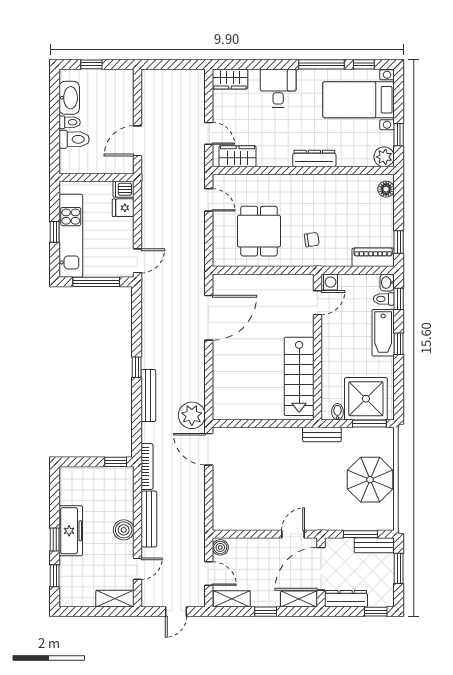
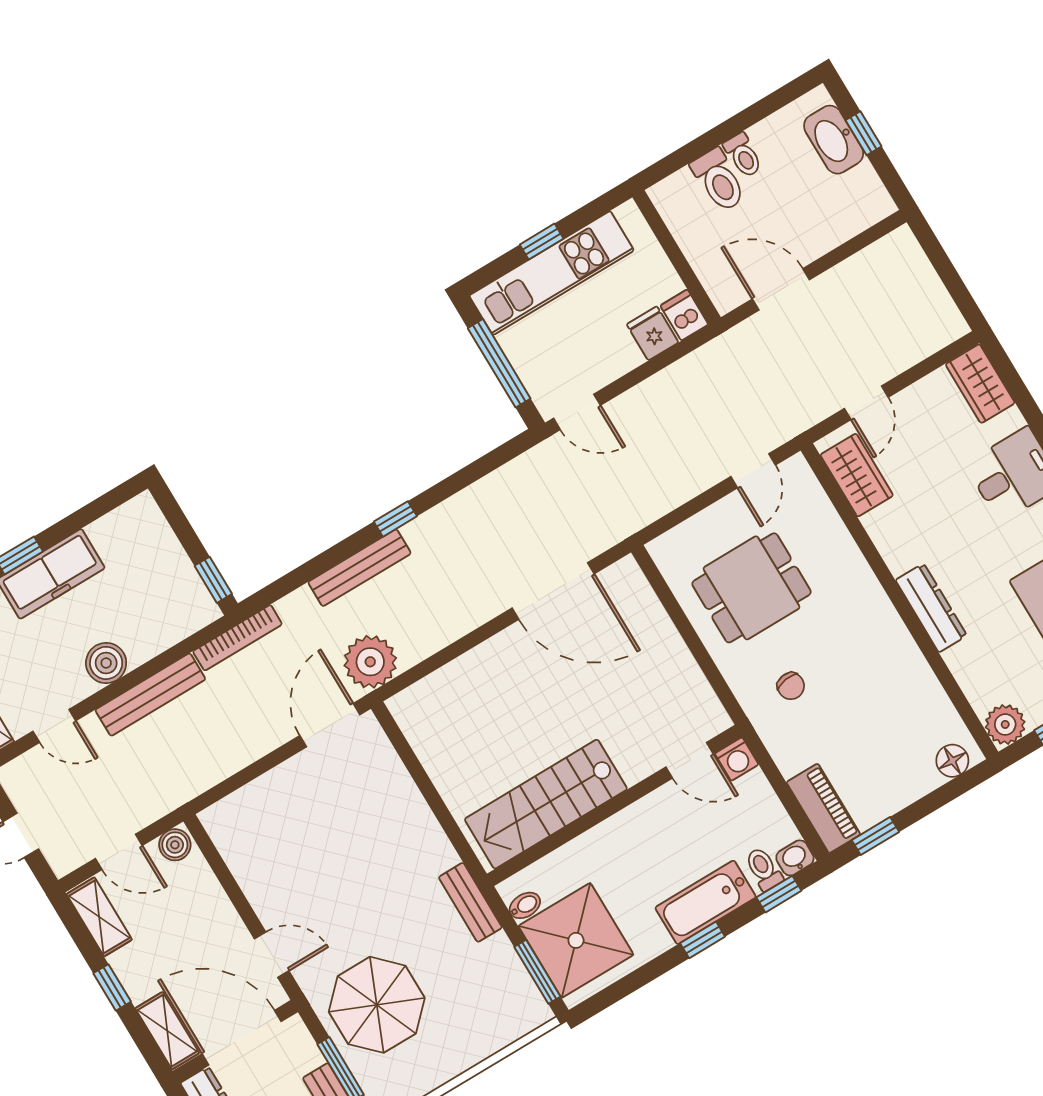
washbasin: (69, 98) -> (834, 140), moved, turned 90
parasol: (370, 480) -> (377, 1005), moved
door: (209, 574) -> (119, 852), hinge flipped

